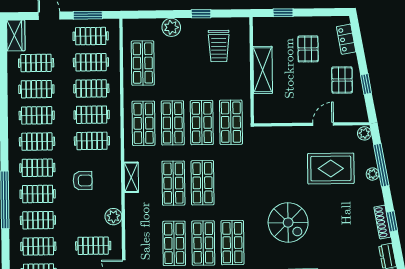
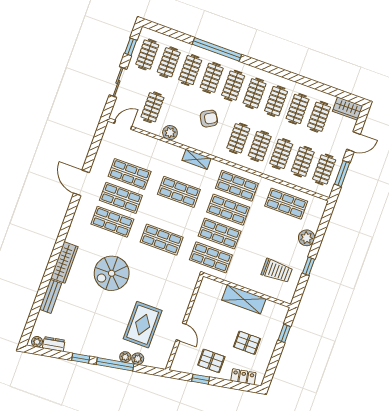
trolley: (219, 46) -> (277, 271), turned 180
plant: (364, 133) -> (138, 359), moved
window: (381, 165) -> (115, 364), moved
armchair: (83, 181) -> (209, 119), turned -120
shop shelf: (203, 183) -> (162, 240), moved
shoe rack: (382, 222) -> (83, 350), removed

